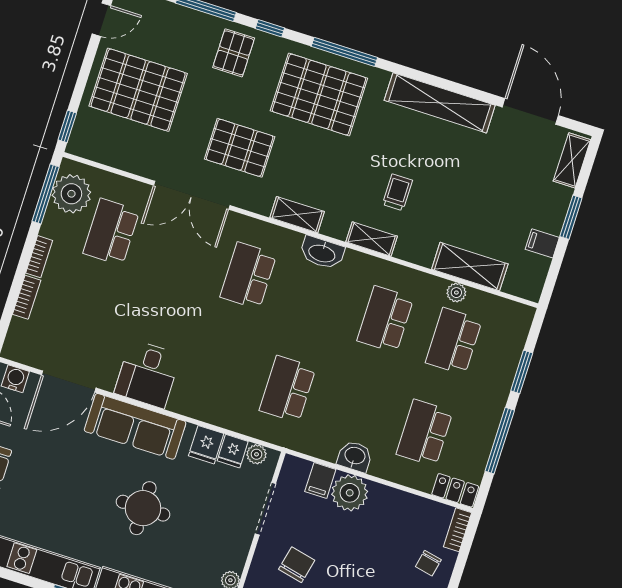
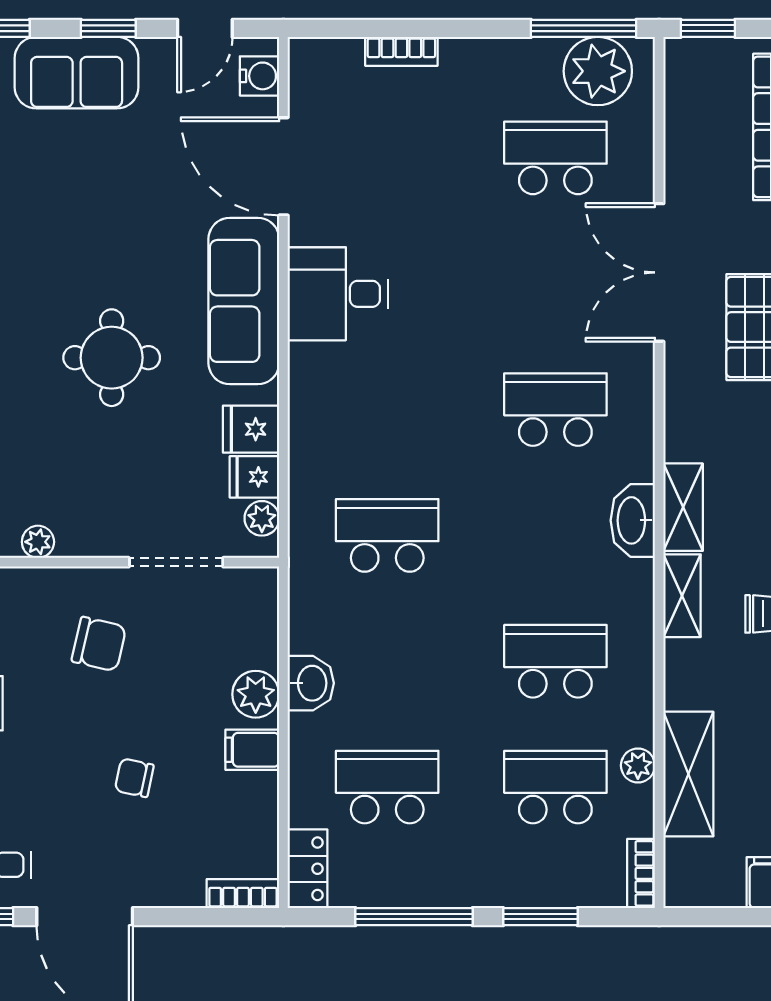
shelving: (297, 215) -> (683, 507), moved
bookcase: (39, 257) -> (641, 873), moved, turned 90
filing cabinet: (320, 480) -> (252, 750), moved
plant: (350, 493) -> (256, 694), width x0.73, depth x0.73
chair: (428, 563) -> (134, 778), moved

